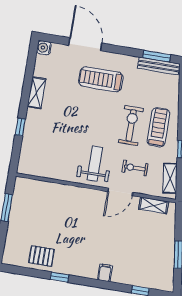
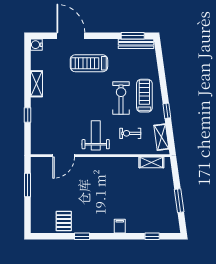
door: (120, 192) -> (64, 156), moved
pallet: (42, 256) -> (64, 221), turned 90

